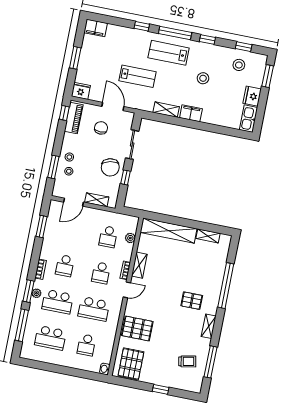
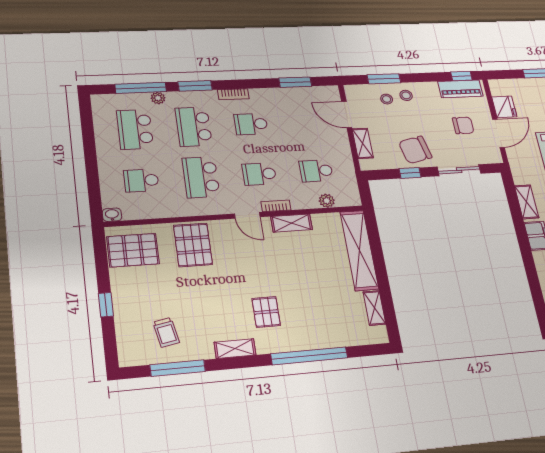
fridge: (81, 91) -> (504, 107), moved
plant: (36, 293) -> (158, 98), moved

